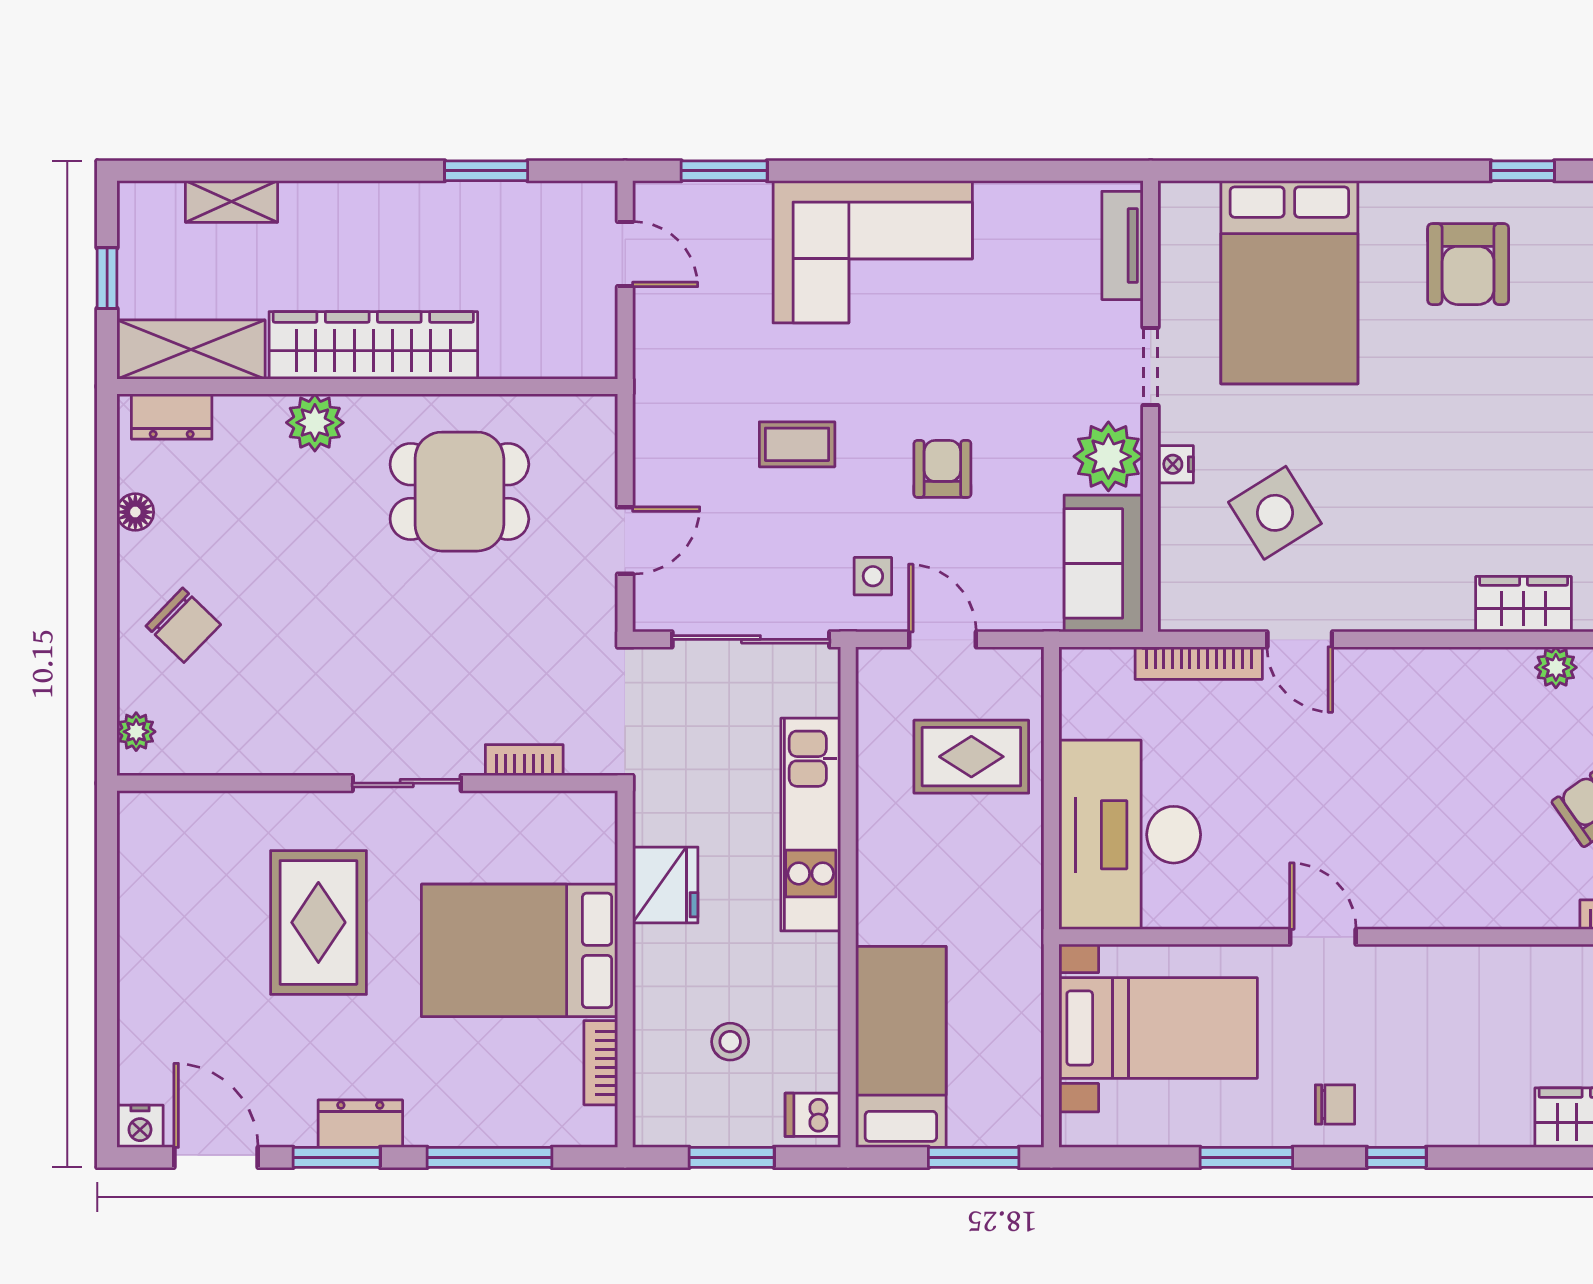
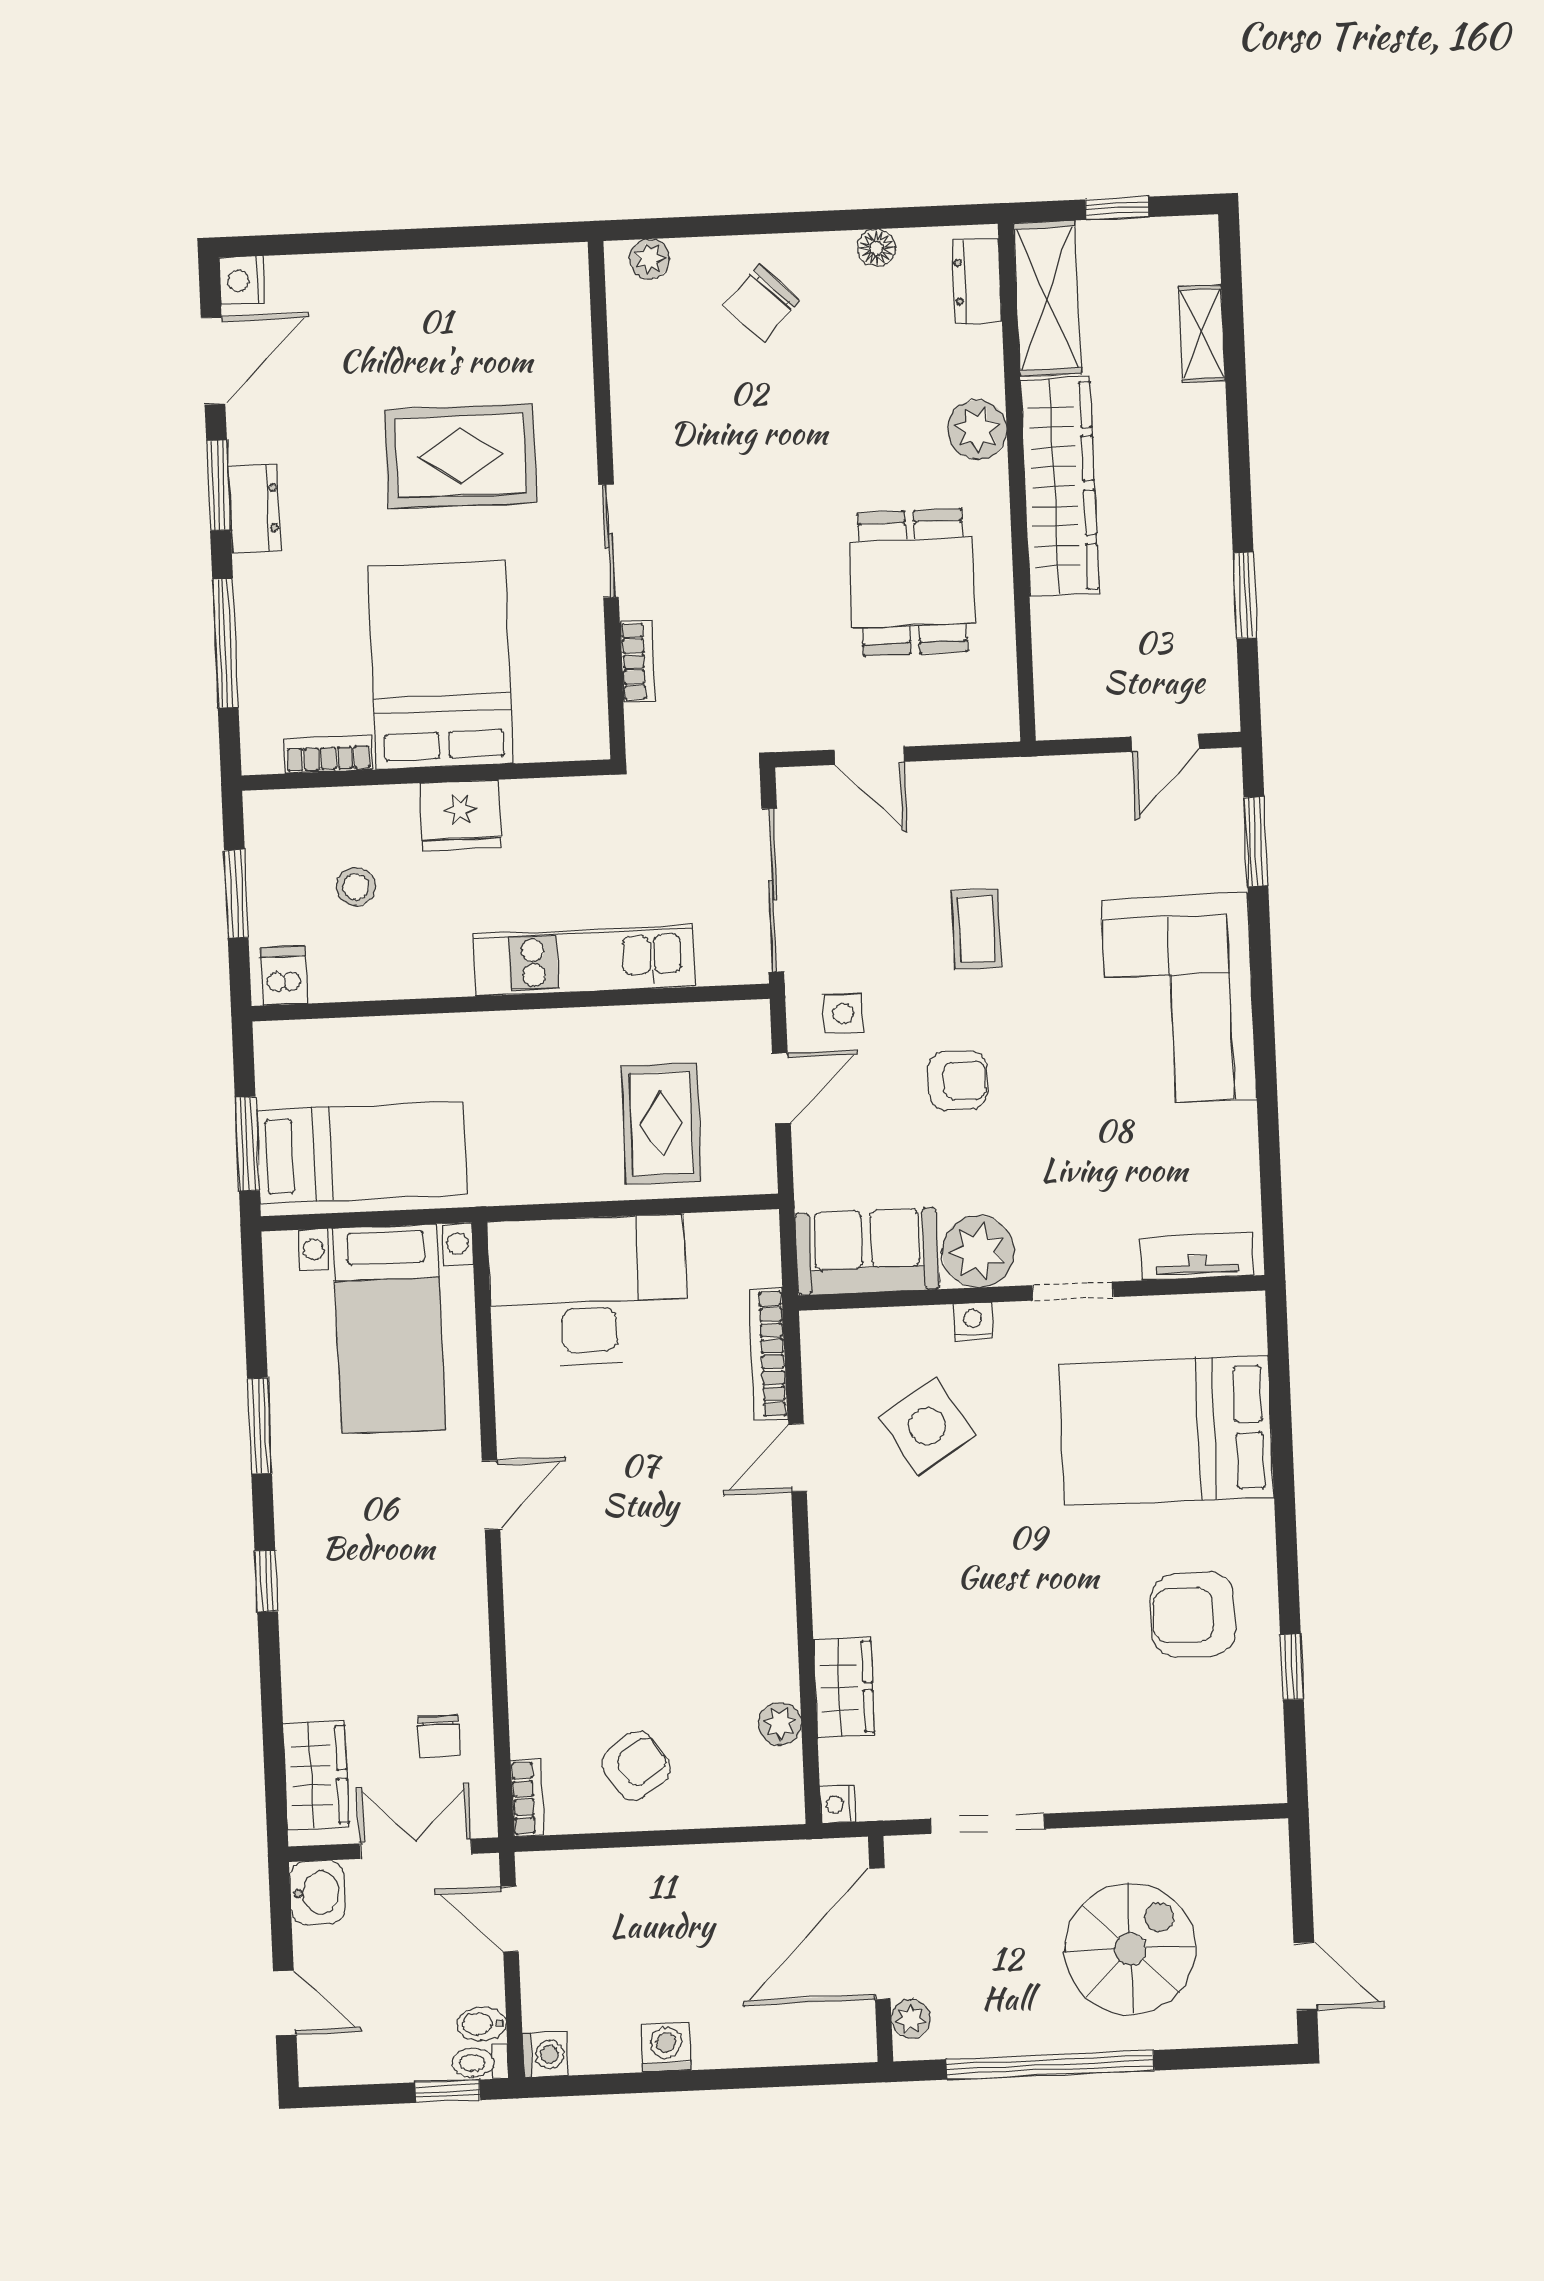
fridge: (665, 885) -> (460, 815), moved
bed: (901, 1047) -> (362, 1153), moved
chair: (1335, 1105) -> (439, 1736), moved

